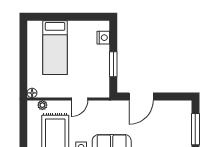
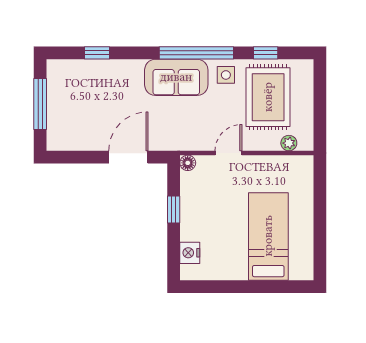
window: (113, 64) -> (174, 209), width x0.67
floor lamp: (32, 93) -> (188, 163), moved

